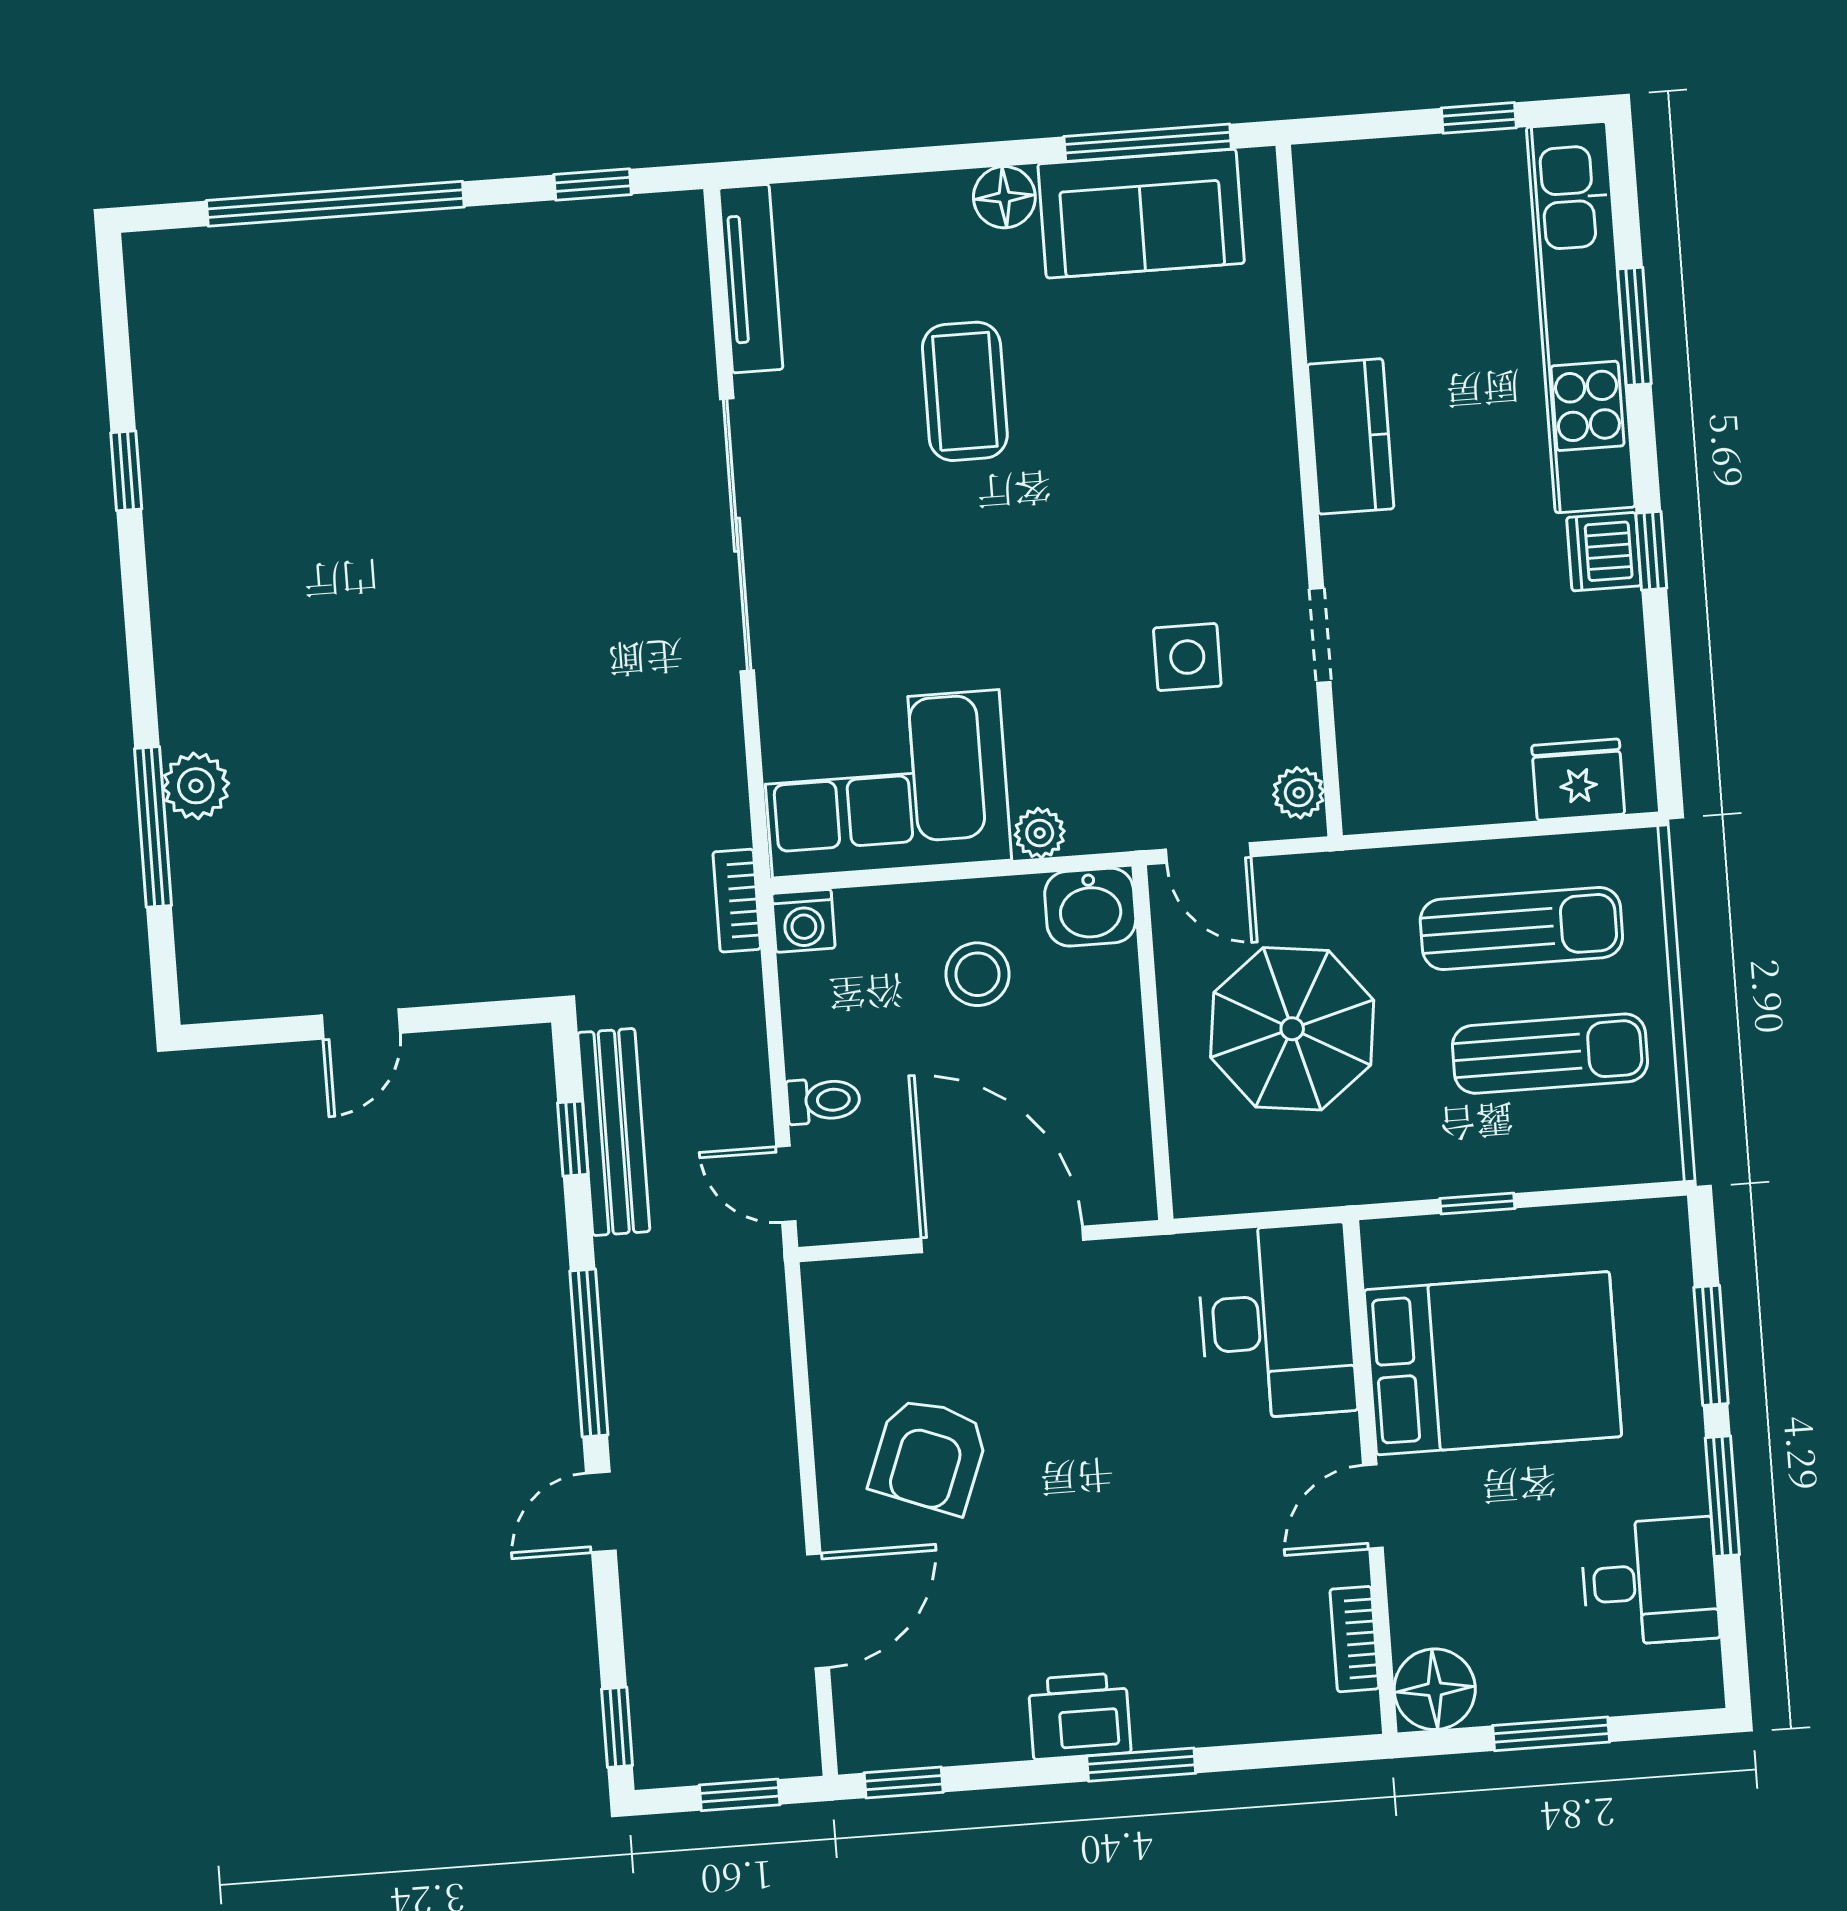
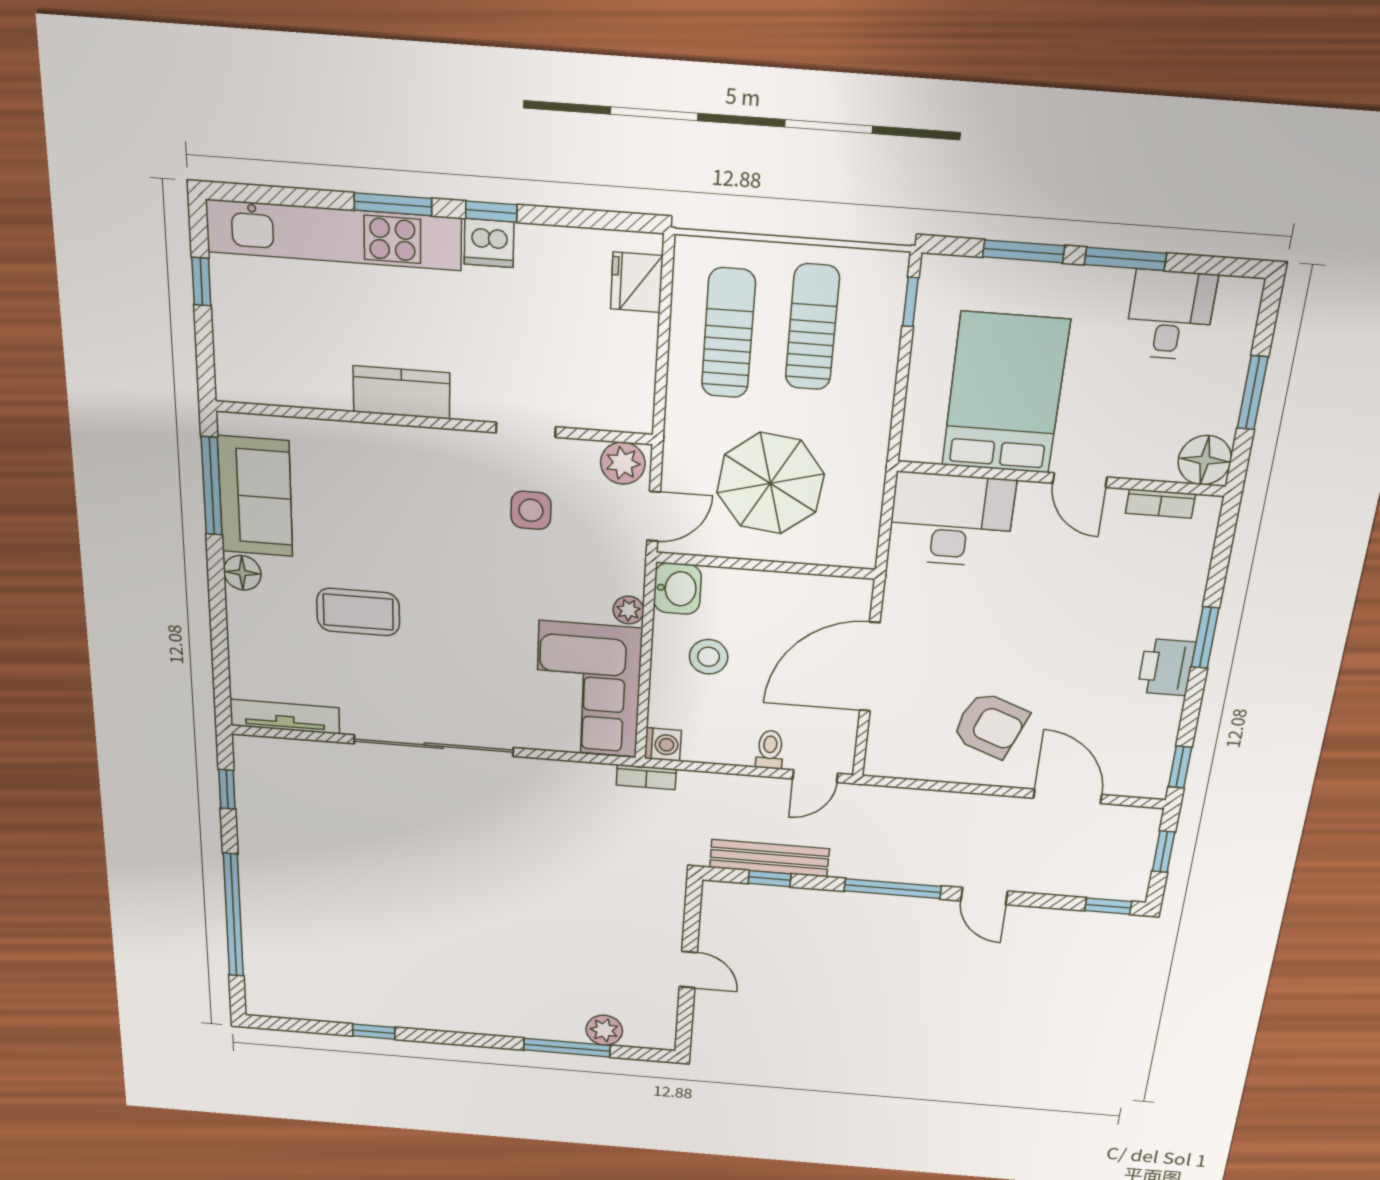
window: (1634, 326) -> (393, 204), moved
plant: (196, 786) -> (604, 1030), moved
plant: (1299, 793) -> (623, 463), width x1.38, depth x1.38
window: (1477, 1204) -> (910, 302), moved

